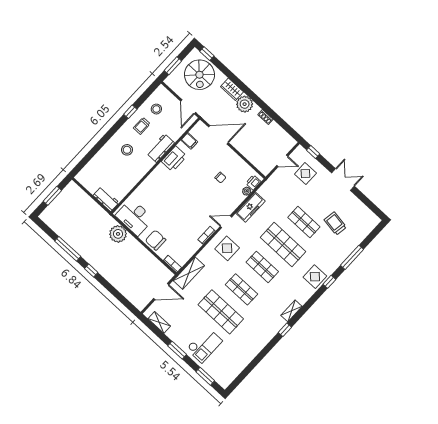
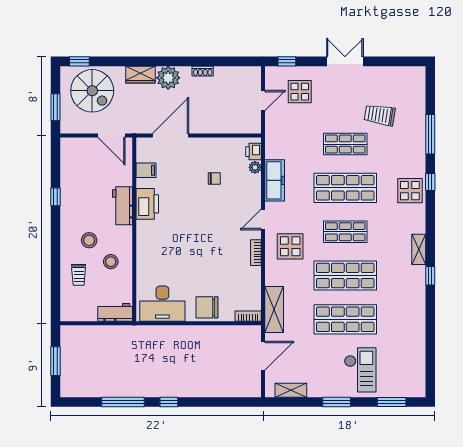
stool: (156, 109) -> (111, 262), moved
trolley: (142, 126) -> (79, 275), moved
plant: (118, 234) -> (162, 337), removed
shop shelf: (241, 289) -> (345, 275), width x1.43, depth x1.36

